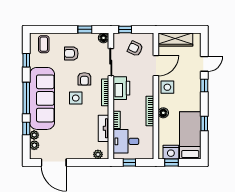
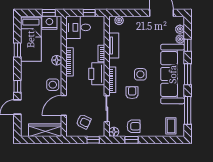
armchair: (71, 53) -> (134, 126), moved
window: (26, 60) -> (188, 110), width x2.17
printer: (121, 88) -> (97, 74), moved
window: (26, 98) -> (188, 74), width x0.69
desk: (126, 141) -> (78, 27), moved, turned 180

